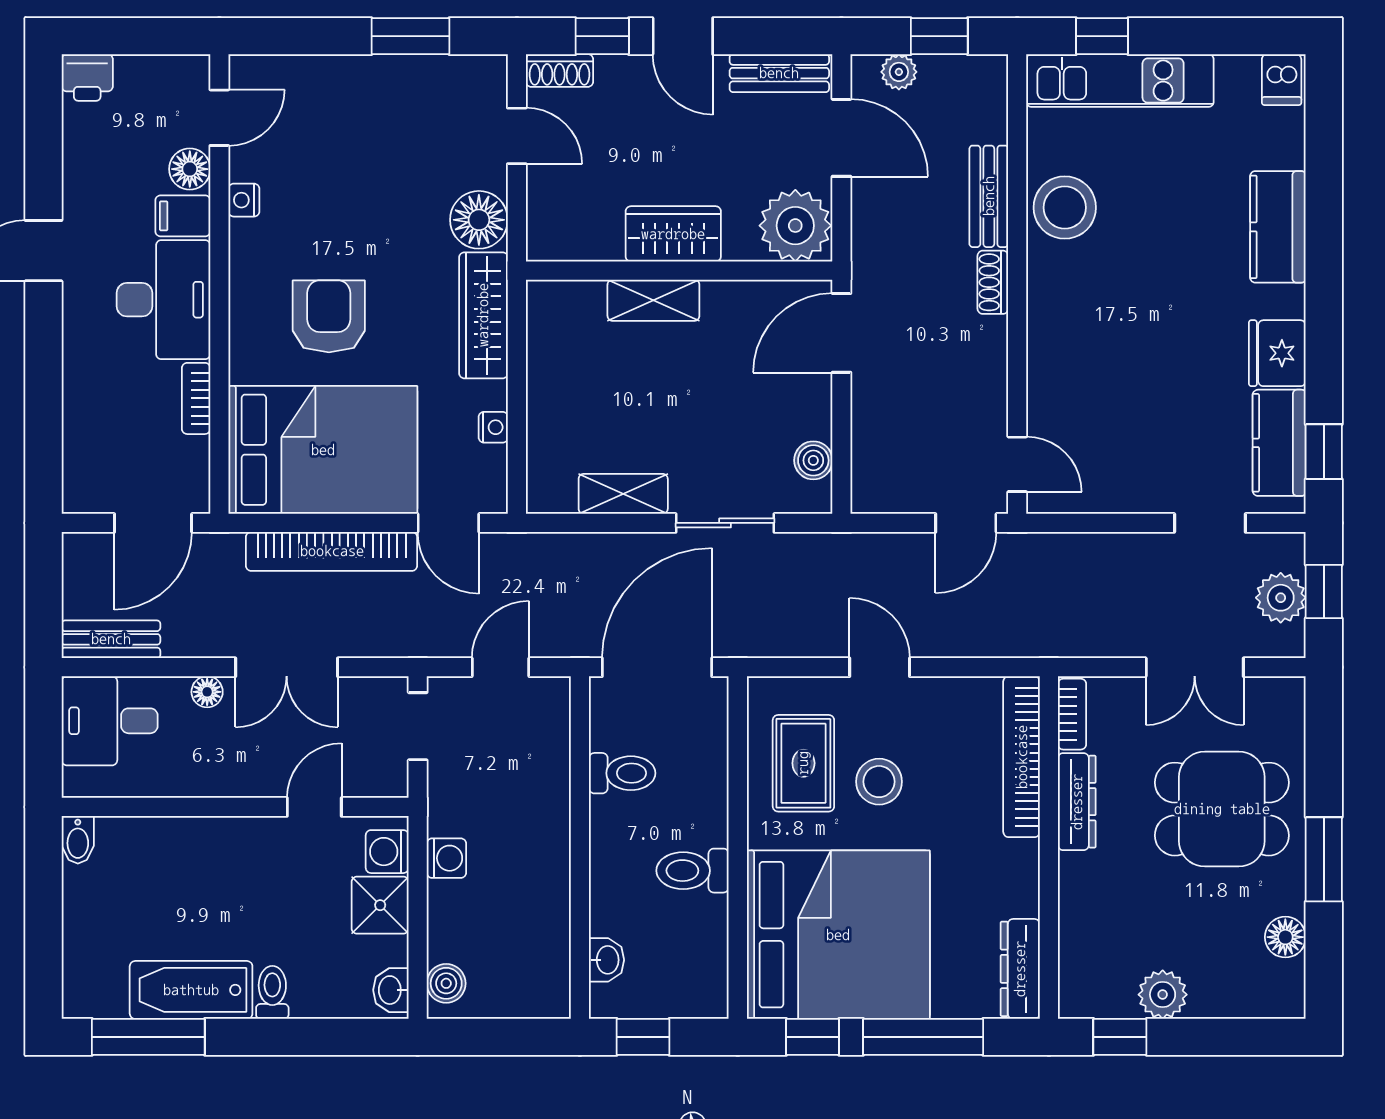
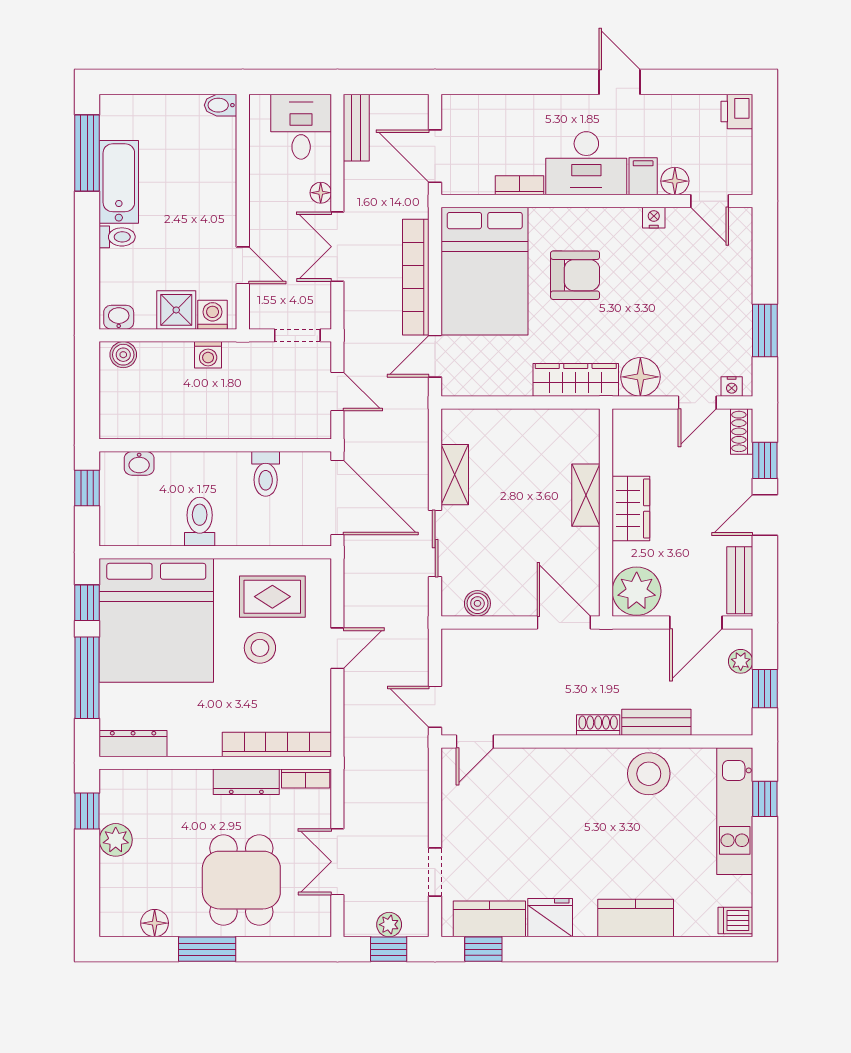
nightstand: (493, 427) -> (732, 387), moved
plant: (1281, 598) -> (389, 925), width x0.73, depth x0.73

